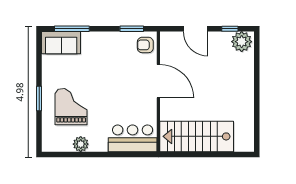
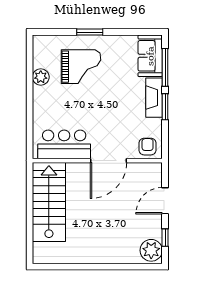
window: (132, 29) -> (165, 107), moved
fireplace: (100, 39) -> (154, 98), added
bar counter: (133, 138) -> (64, 144), moved, turned -90

